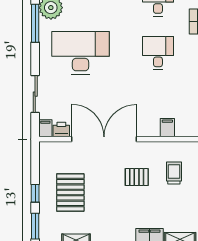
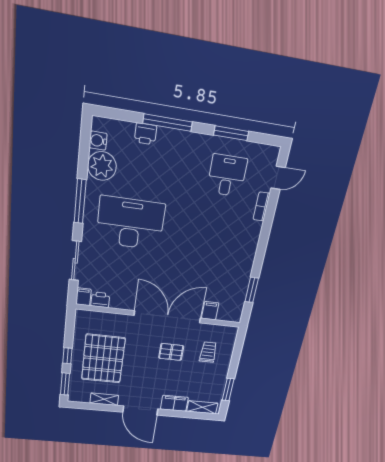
window: (35, 23) -> (80, 201), moved
desk: (158, 53) -> (215, 235), removed
double door: (104, 139) -> (167, 317), moved
pallet: (70, 192) -> (103, 359), width x1.37, depth x1.41

